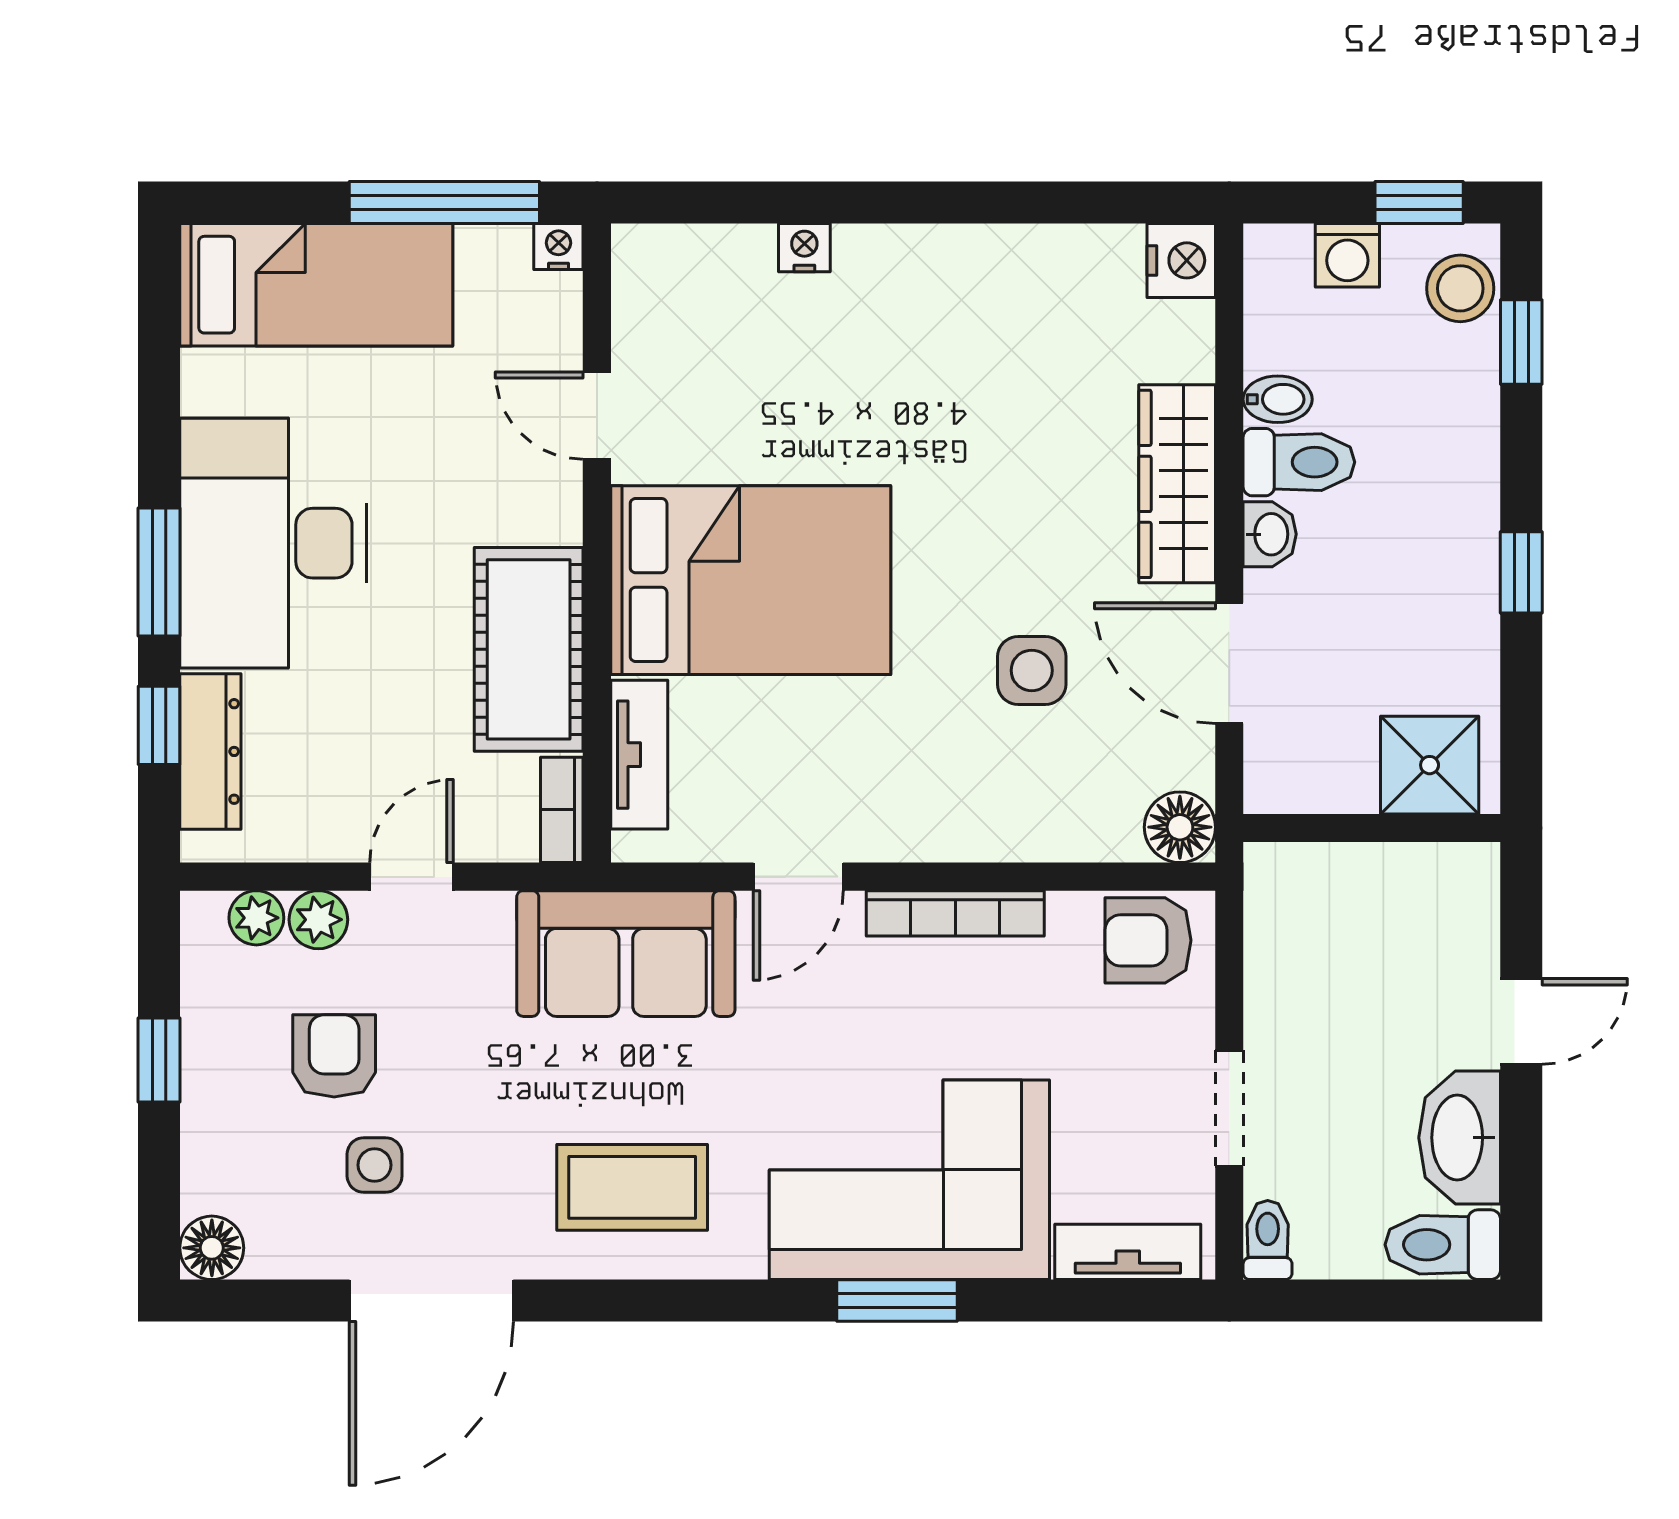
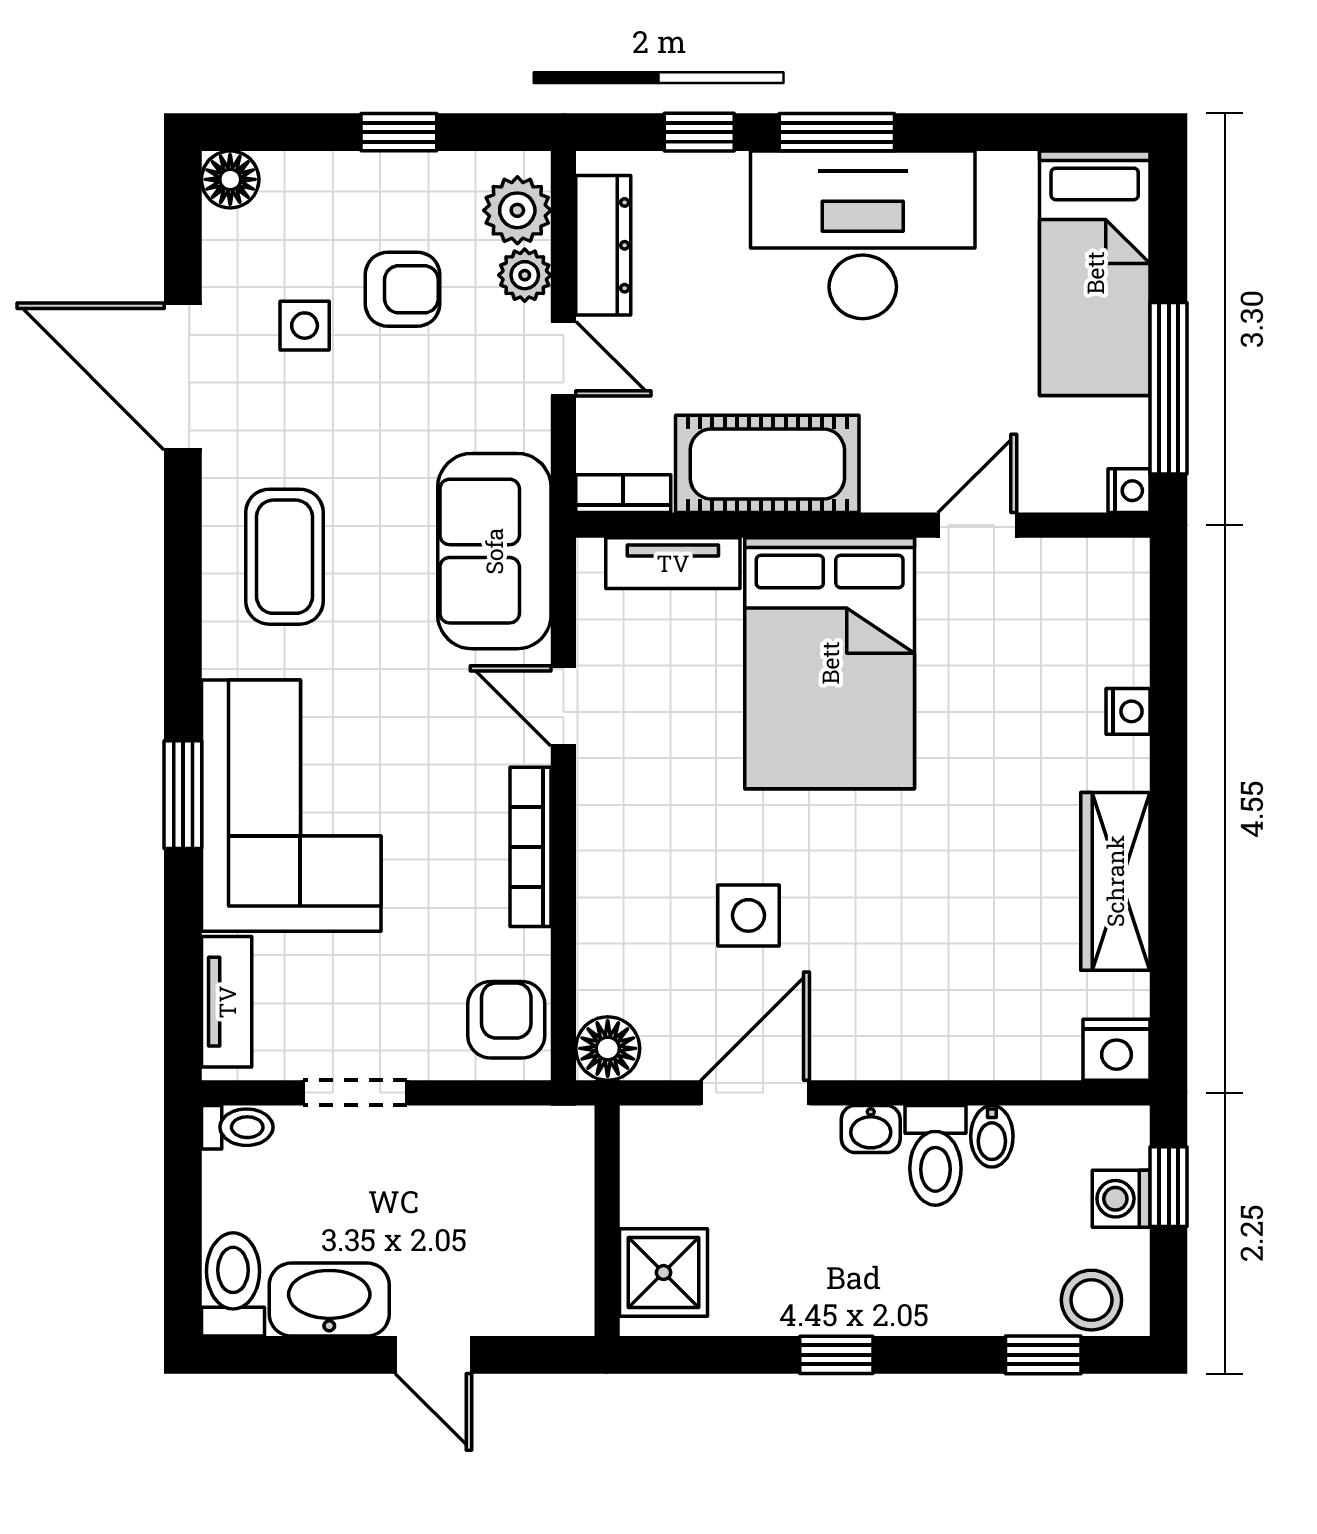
window: (1419, 202) -> (1169, 1187), moved
wardrobe: (1177, 484) -> (1115, 881), moved, turned -90
dresser: (210, 751) -> (603, 245), moved, turned -90
plant: (256, 918) -> (517, 210), width x1.38, depth x1.38

